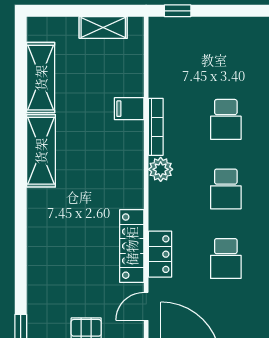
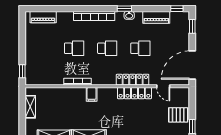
filing cabinet: (129, 109) -> (92, 94), moved
plant: (161, 169) -> (98, 79), removed
locker: (160, 254) -> (133, 80), width x1.53

